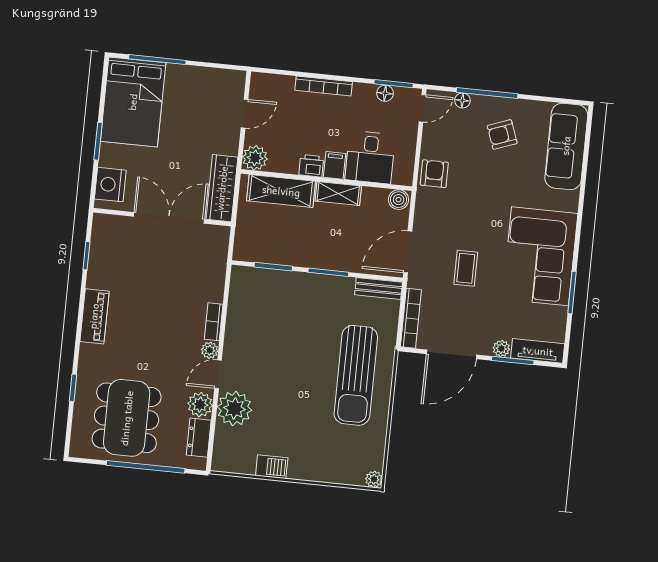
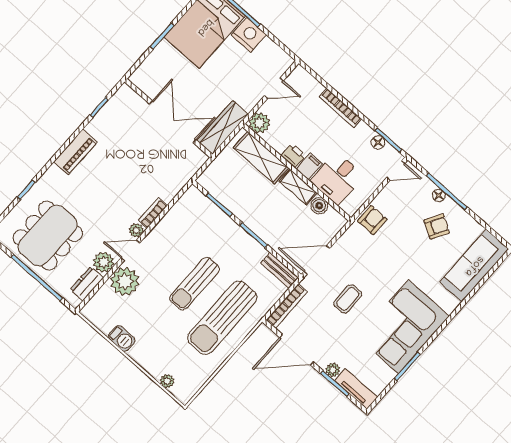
floor lamp: (462, 100) -> (439, 195), moved
armchair: (502, 135) -> (437, 227), turned 140
nightstand: (110, 185) -> (249, 35), moved, turned 90
boiler: (399, 200) -> (319, 206), moved
sun lounger: (305, 361) -> (195, 284), added
plant: (374, 479) -> (167, 381), moved

